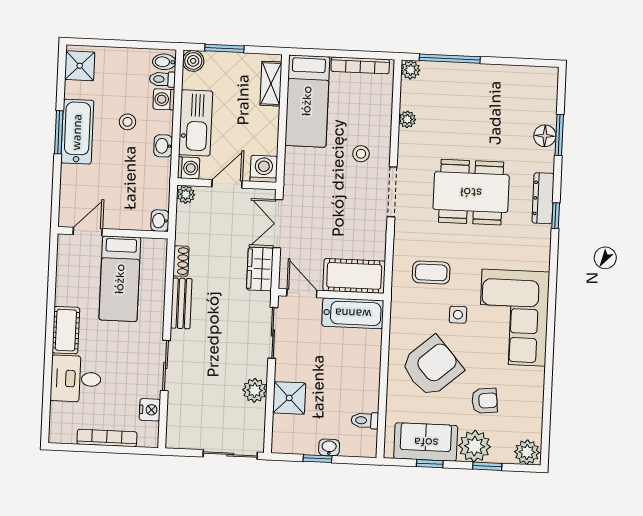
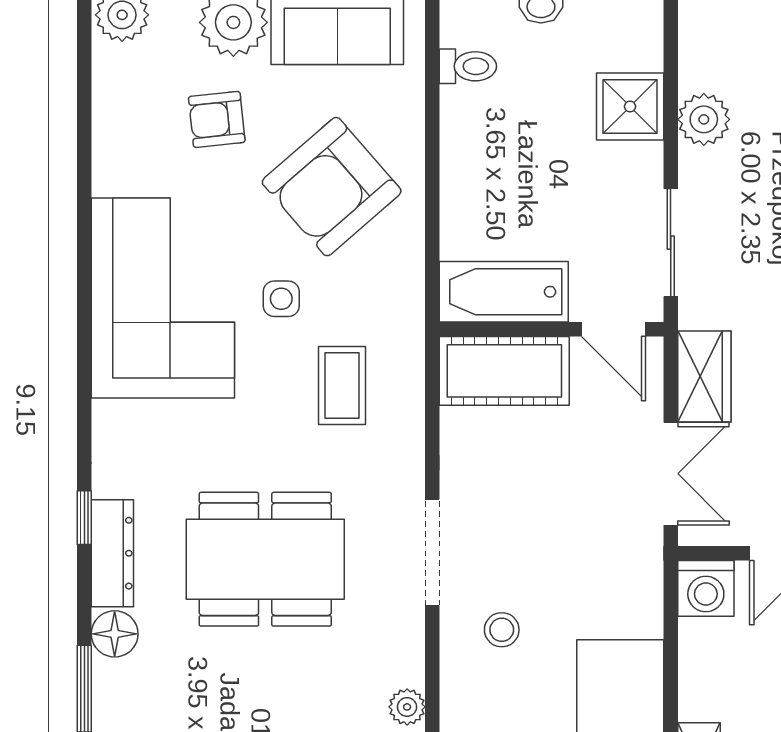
floor lamp: (545, 136) -> (115, 634), moved
coffee table: (431, 272) -> (342, 386), turned 90

